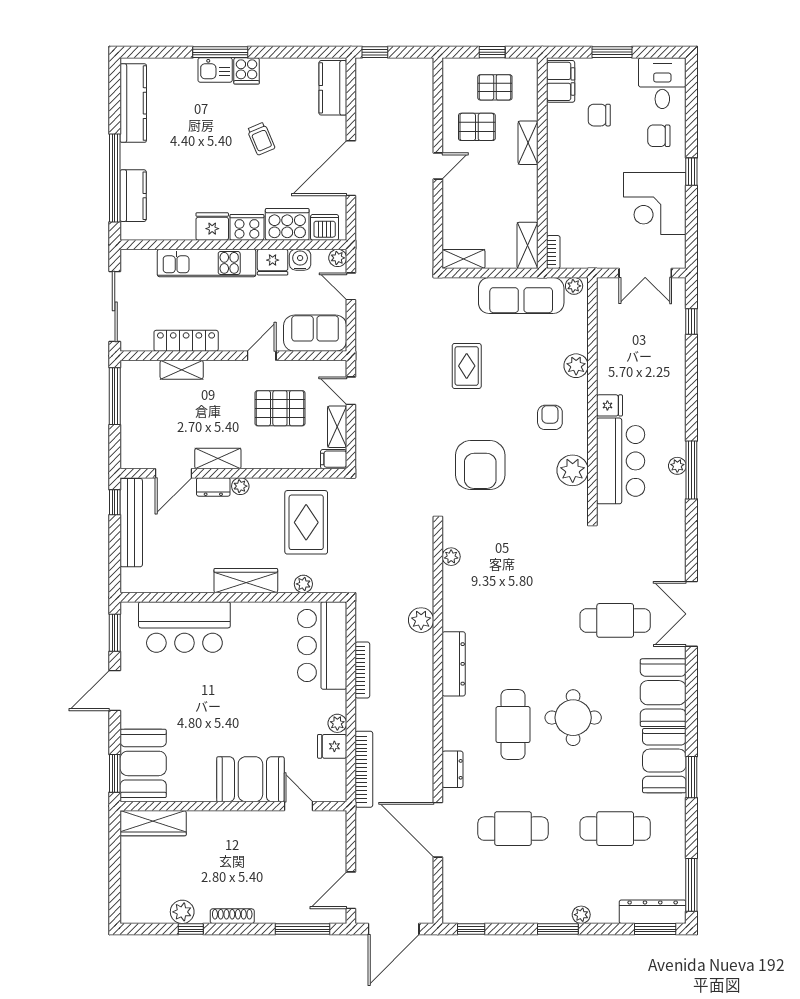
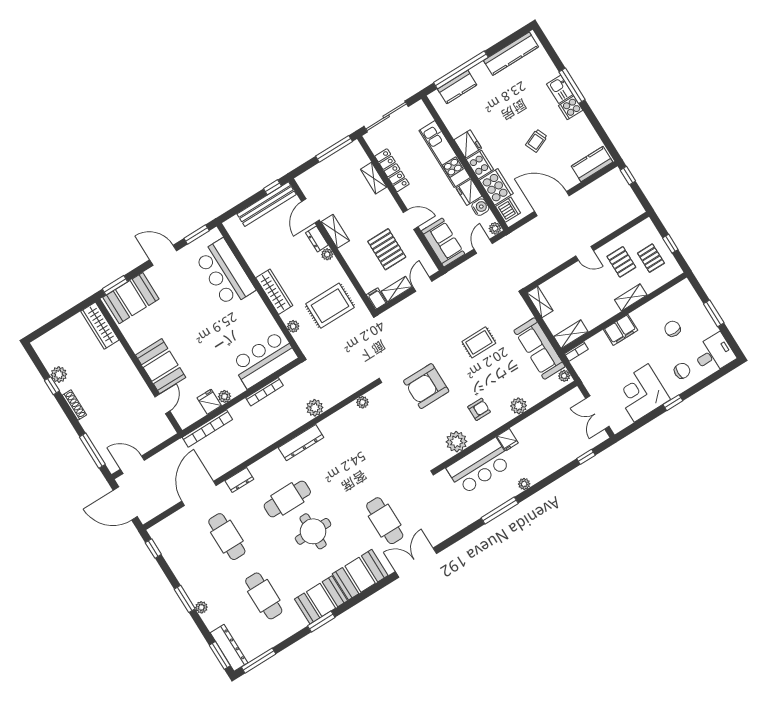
filing cabinet: (561, 81) -> (621, 330), moved
chair: (659, 136) -> (682, 371), turned 90
plant: (677, 466) -> (524, 484), moved
door: (174, 473) -> (311, 211), hinge flipped

